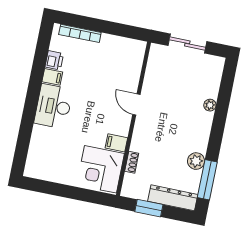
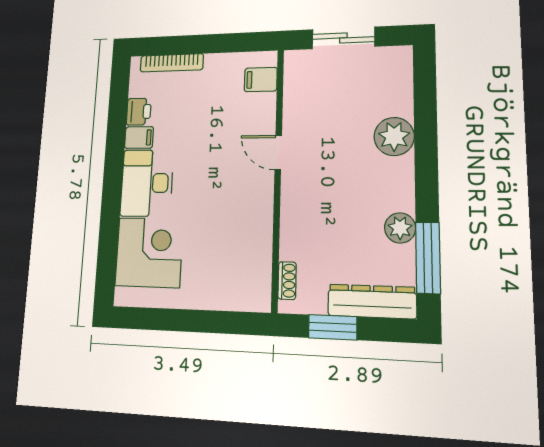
plant: (210, 105) -> (394, 137), width x1.87, depth x1.87
filing cabinet: (116, 143) -> (261, 80), moved
shoe rack: (132, 162) -> (287, 281), moved
corner desk: (101, 169) -> (149, 252), moved, turned 180

